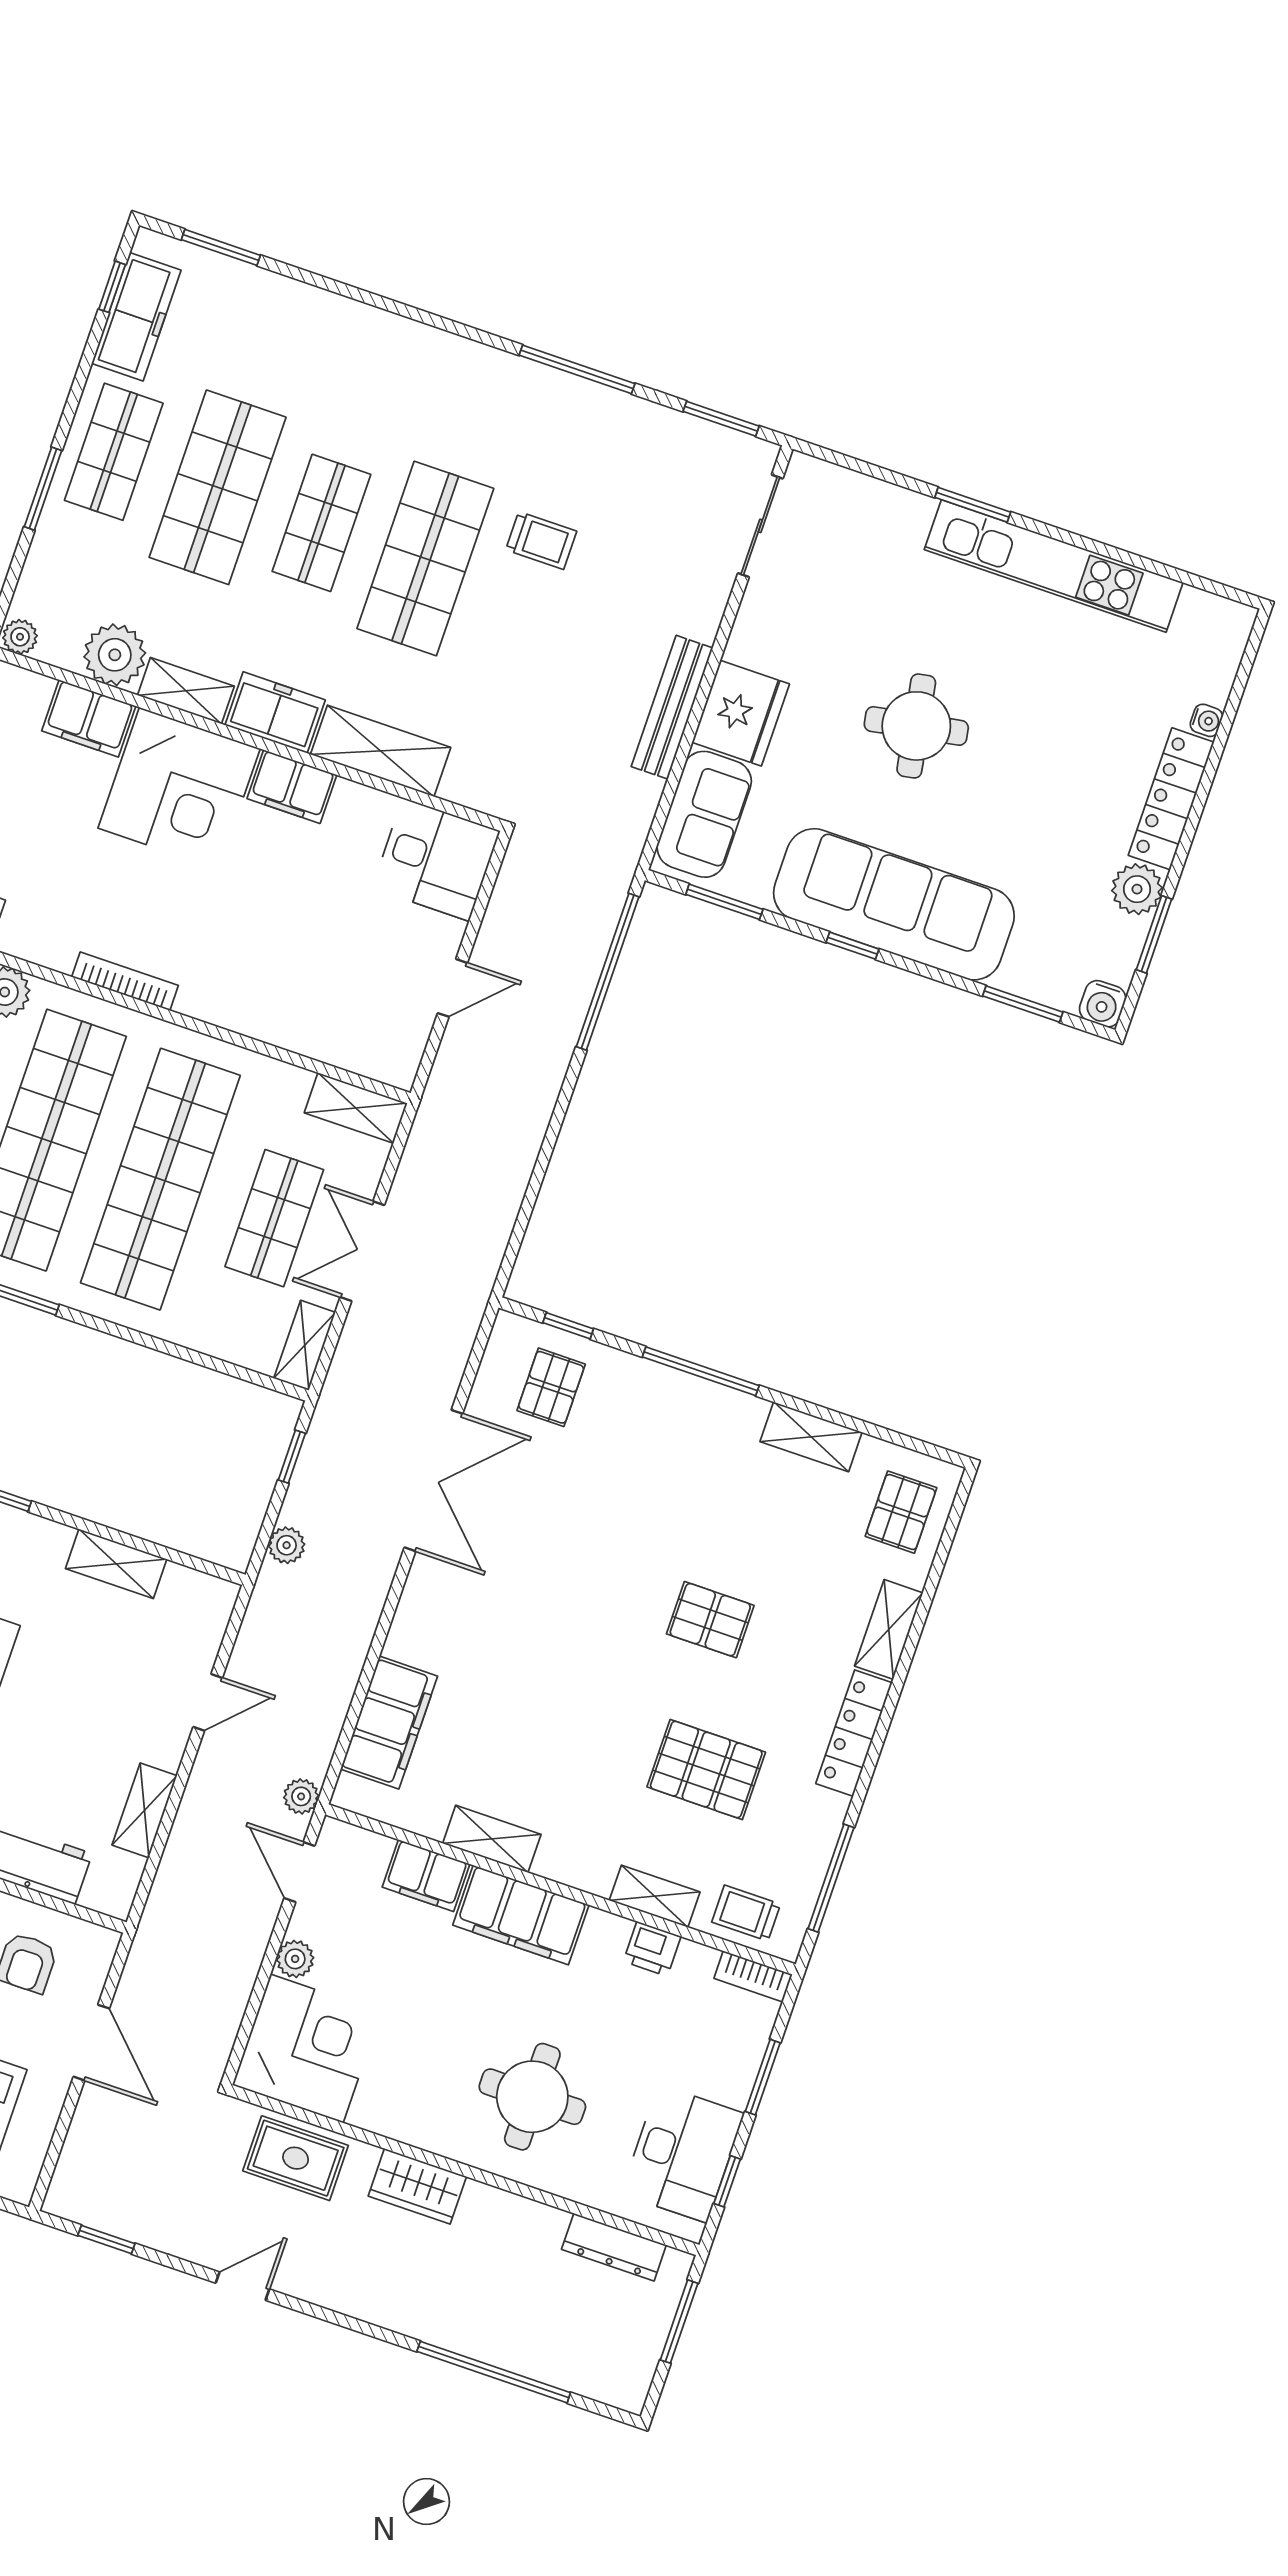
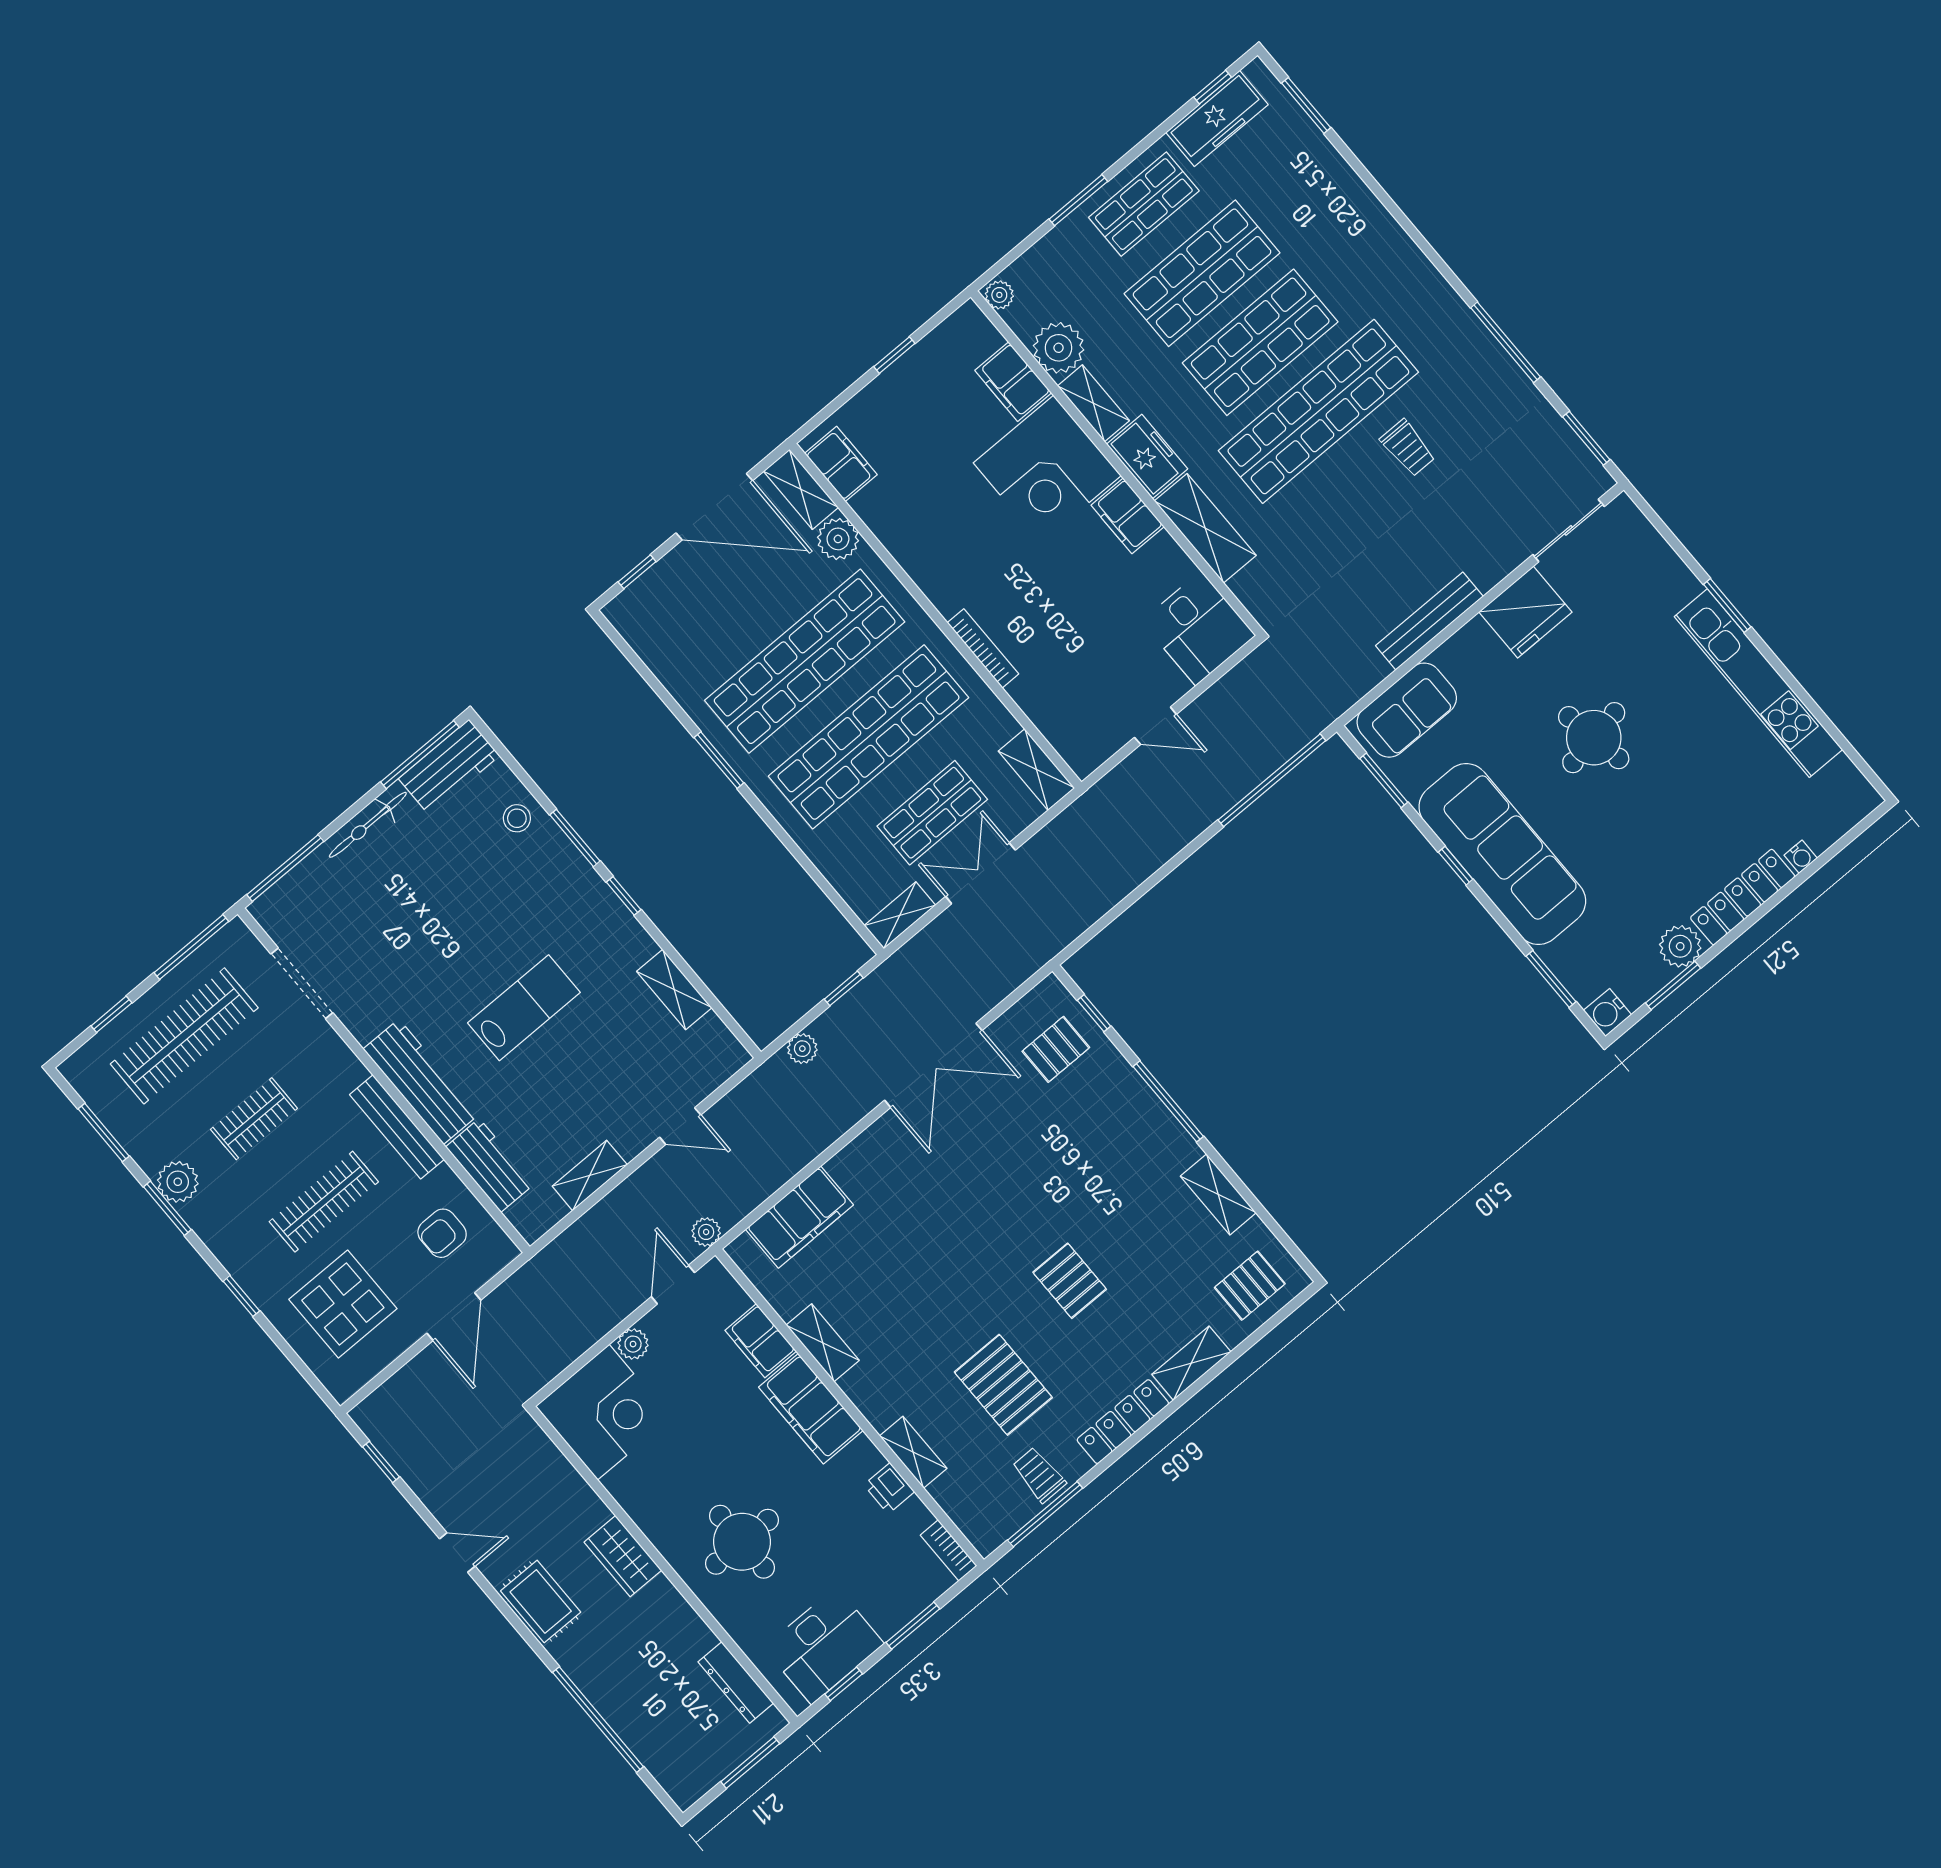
shop shelf: (321, 523) -> (1260, 342), width x1.43, depth x1.36
shop shelf: (425, 558) -> (1318, 411), width x1.40
fridge: (741, 713) -> (1525, 612), moved
bookcase: (125, 981) -> (983, 648), moved
trolley: (746, 1913) -> (1039, 1475), moved
rug: (296, 2158) -> (541, 1601), moved

